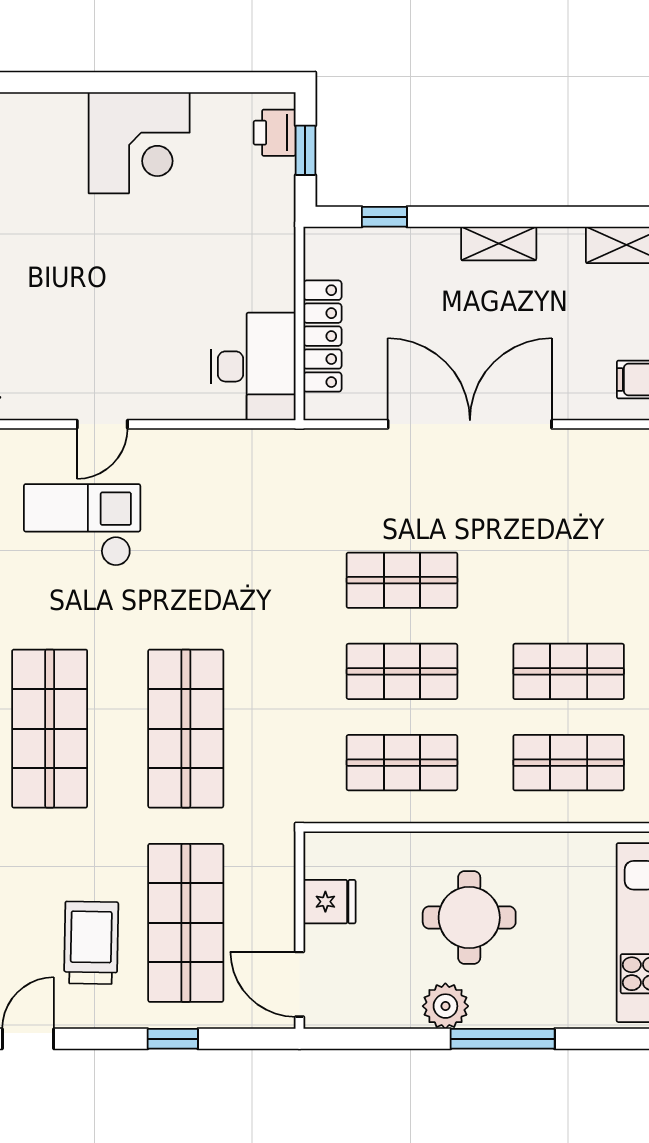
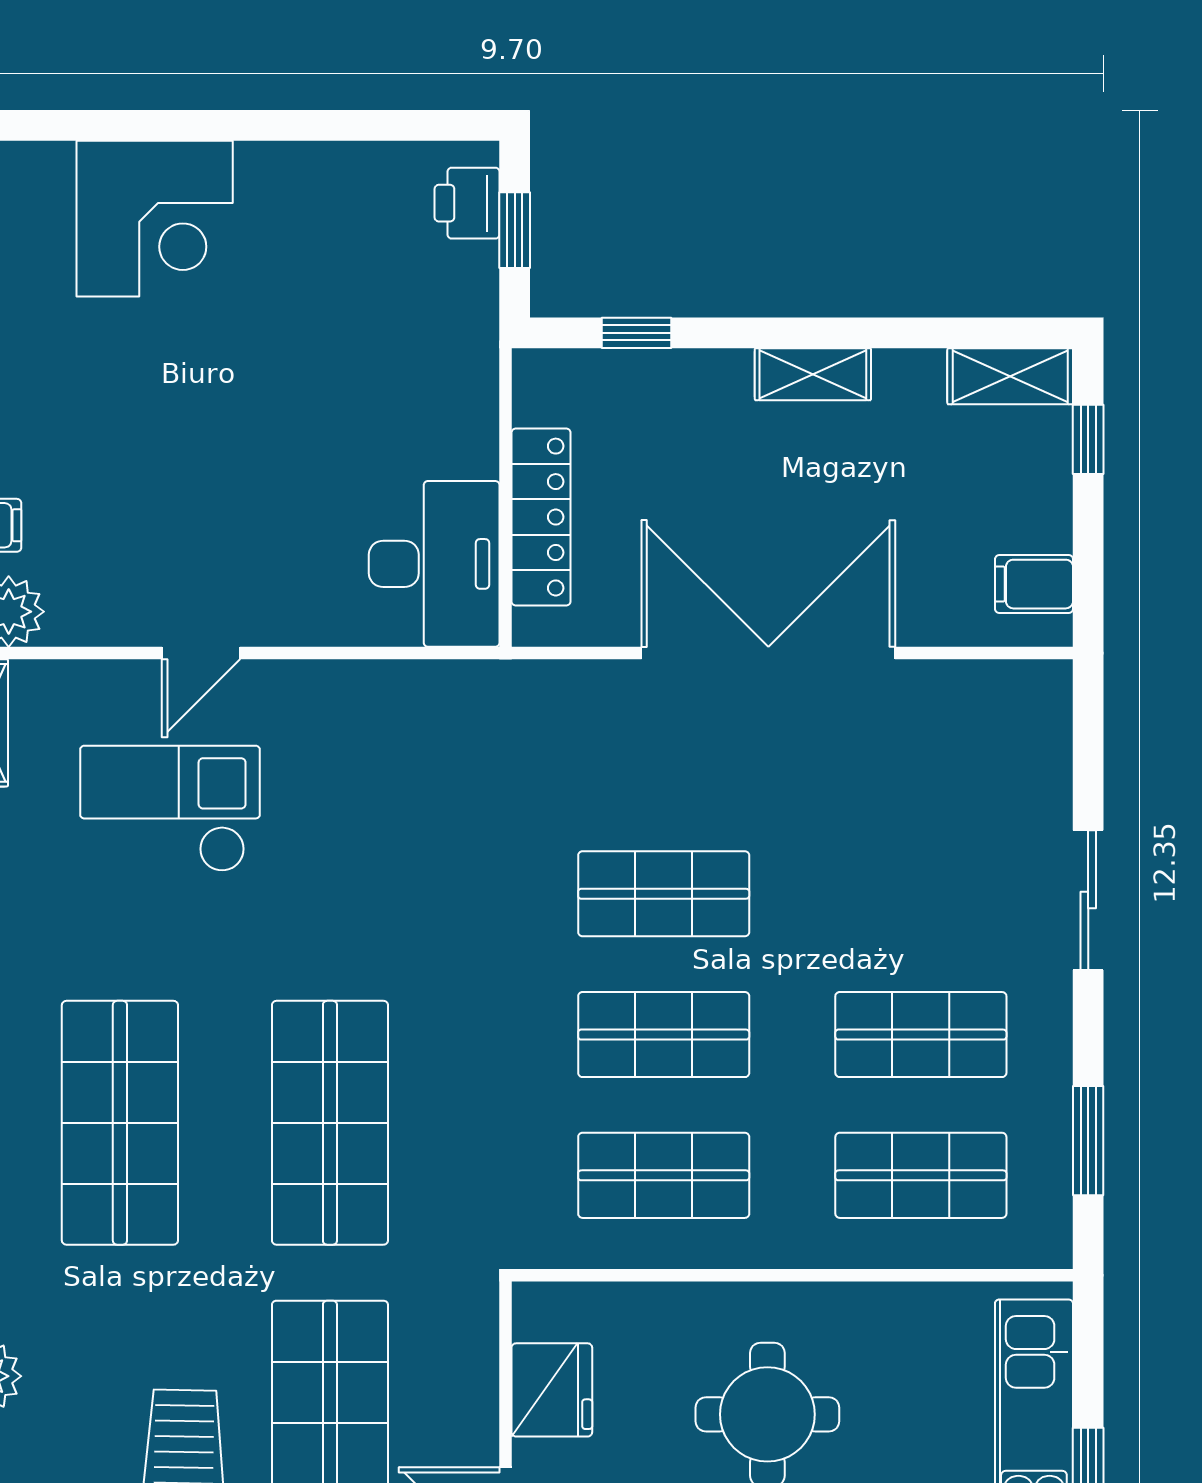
corner desk: (139, 143) -> (155, 219), moved
fridge: (330, 902) -> (552, 1390), width x1.38

